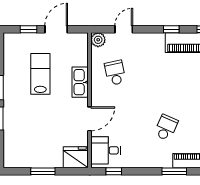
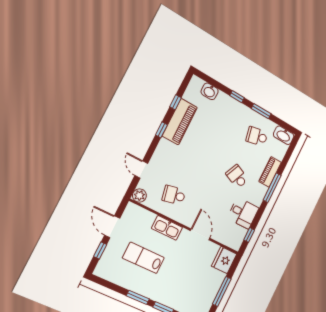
desk: (106, 150) -> (243, 213), moved, turned -90
window: (43, 171) -> (222, 291), width x1.44
window: (174, 171) -> (272, 188), width x1.44

